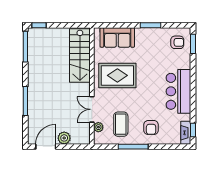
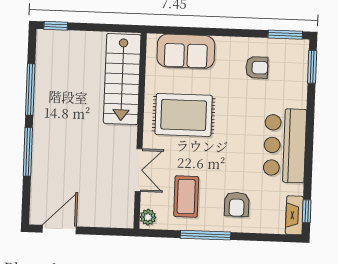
window: (151, 25) -> (285, 35), moved
armchair: (177, 42) -> (257, 67), moved
window: (25, 47) -> (30, 89), moved
double door: (92, 109) -> (139, 170), swing flipped
plant: (98, 127) -> (148, 217), moved
plant: (64, 138) -> (90, 216), removed

